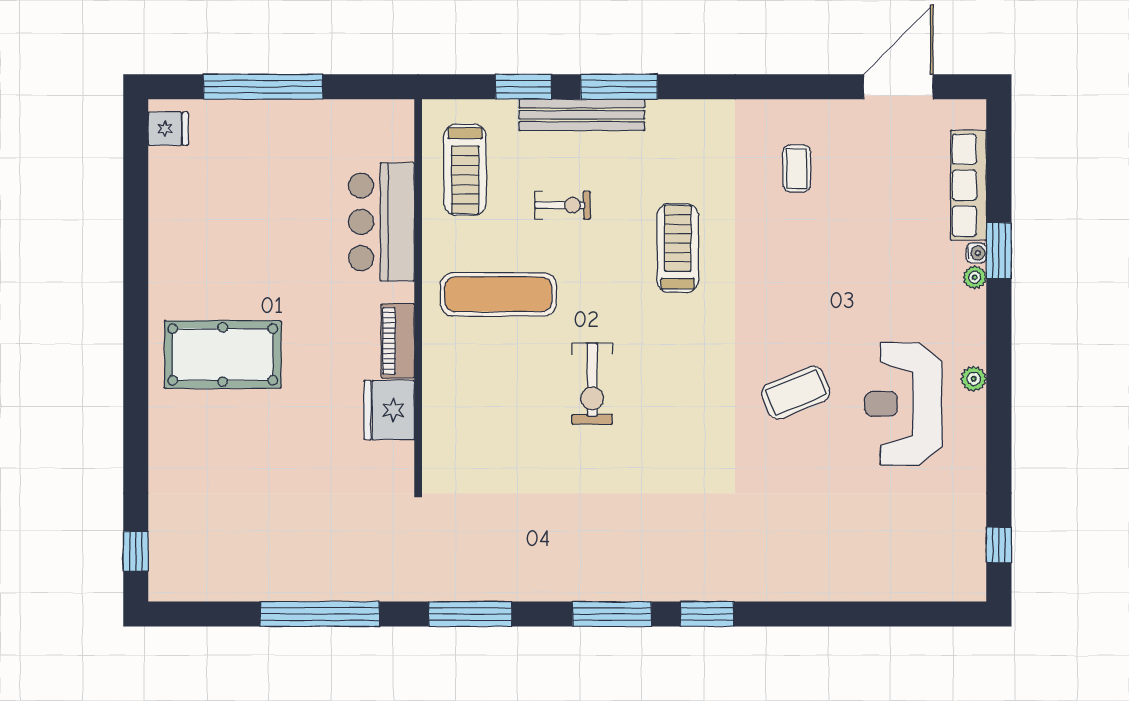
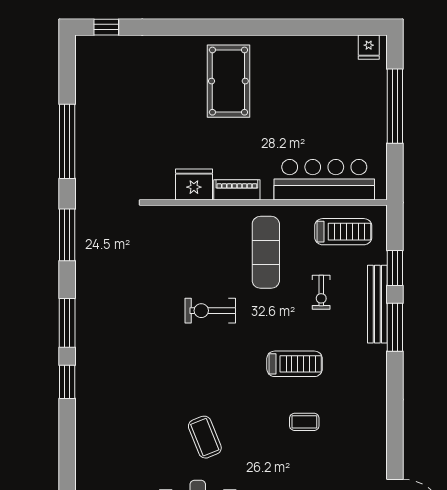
coffee table: (797, 168) -> (304, 422), moved
treadmill: (465, 170) -> (343, 232), turned 180
bar counter: (381, 222) -> (324, 180), width x1.36

